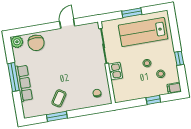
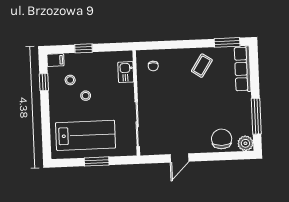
window: (179, 58) -> (44, 82), moved
kitchen sink: (115, 71) -> (126, 72), moved
window: (13, 77) -> (256, 116), moved
row of seats: (24, 83) -> (243, 69), moved
window: (57, 116) -> (227, 42), moved

